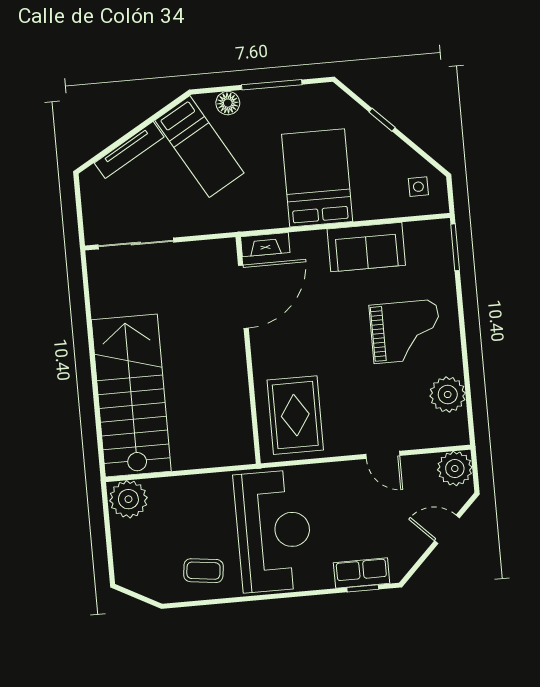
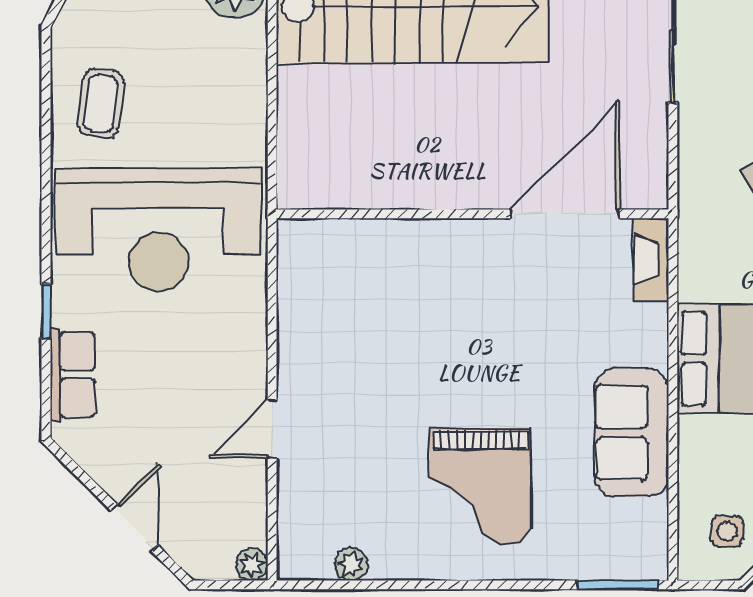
door: (243, 297) -> (565, 214), swing flipped
plant: (448, 395) -> (351, 564), width x0.53, depth x0.53
rug: (295, 415) -> (354, 285), removed
plant: (455, 469) -> (252, 565), width x0.53, depth x0.53
window: (363, 588) -> (46, 311), moved

